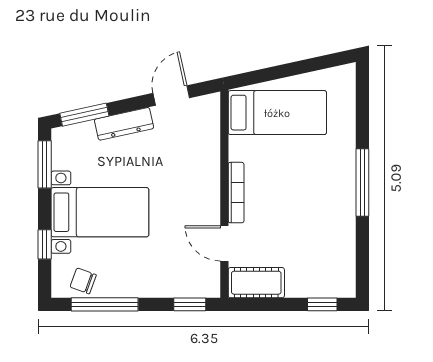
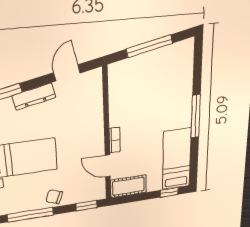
window: (289, 70) -> (149, 46), added
bed: (277, 113) -> (177, 159), moved, turned -90
bookcase: (236, 193) -> (115, 140), width x0.64
chair: (83, 281) -> (54, 197), moved

